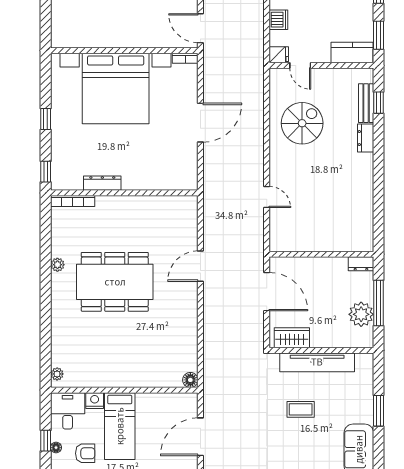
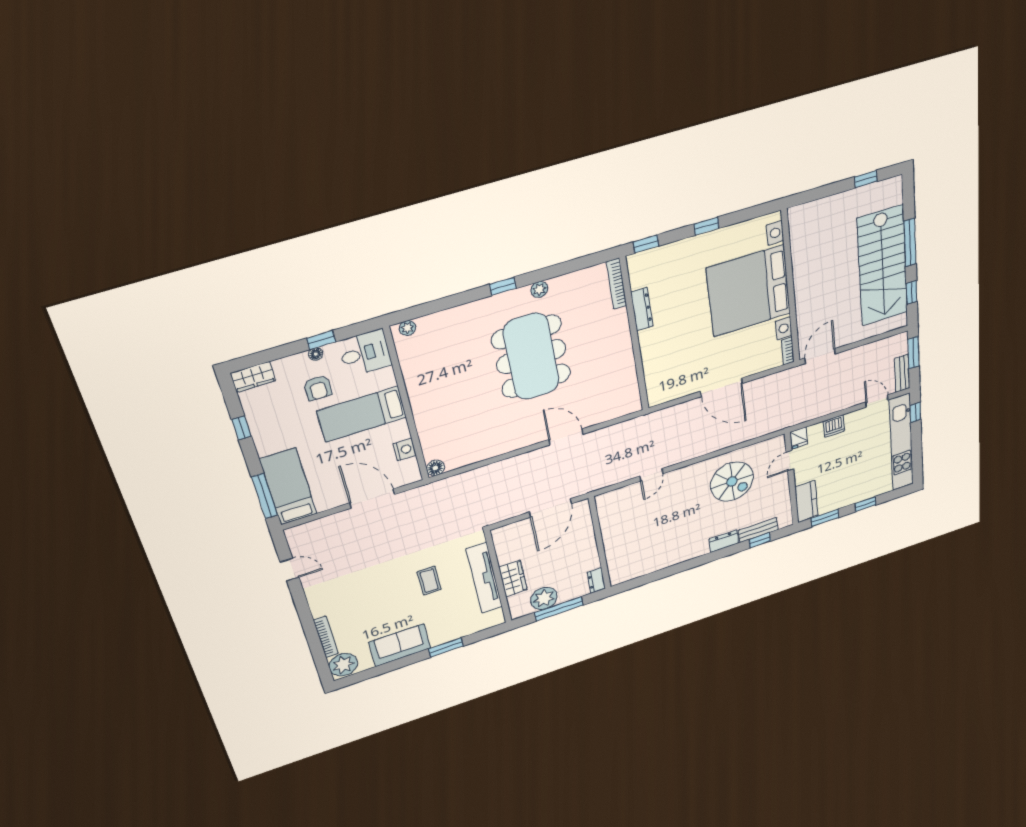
window: (46, 293) -> (503, 286), added
wardrobe: (292, 338) -> (513, 579), moved
nightstand: (95, 401) -> (405, 449), moved

